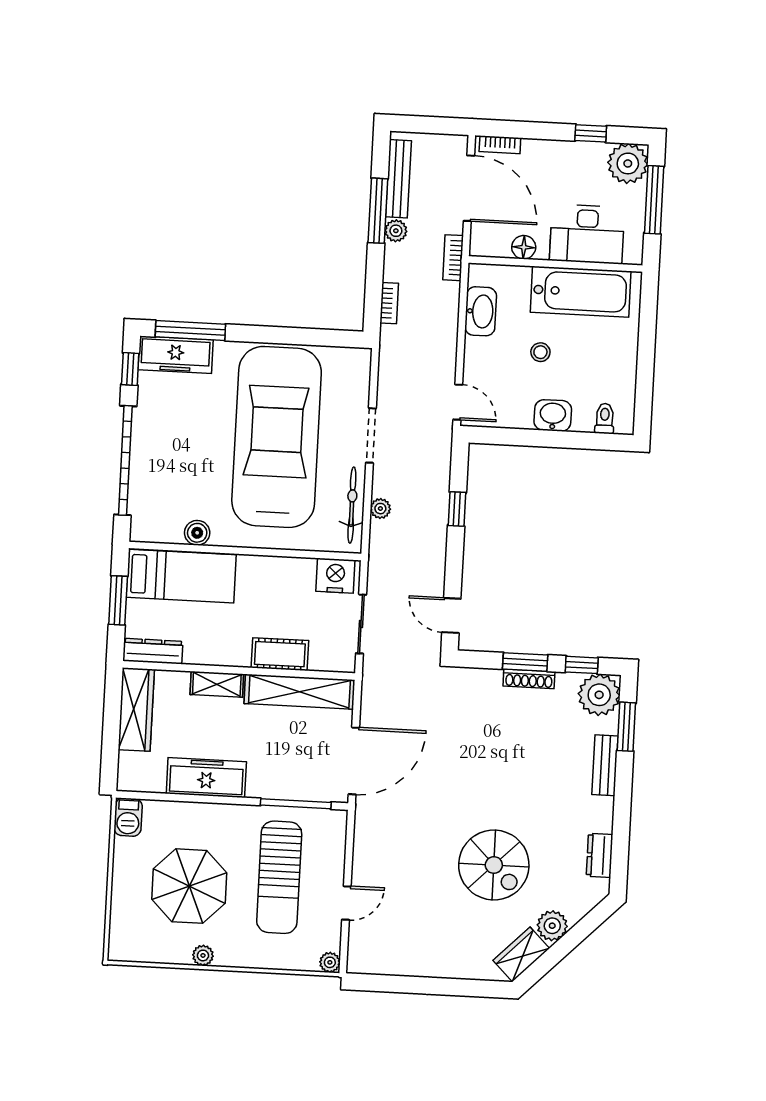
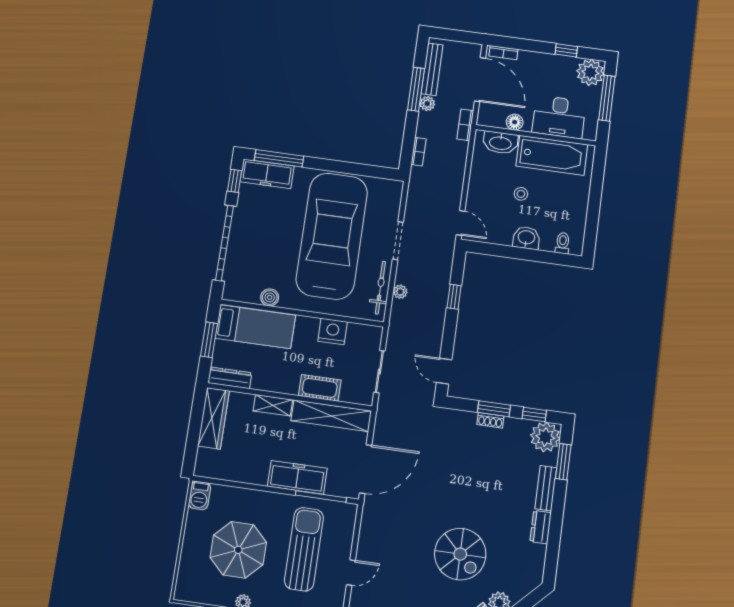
washbasin: (481, 311) -> (500, 143), moved, turned 90
nightstand: (335, 576) -> (333, 331), moved
shoe rack: (529, 679) -> (490, 420), width x0.70
freezer: (206, 778) -> (297, 477), moved
dresser: (600, 855) -> (541, 527), moved
sun lounger: (279, 877) -> (304, 549), turned 180

